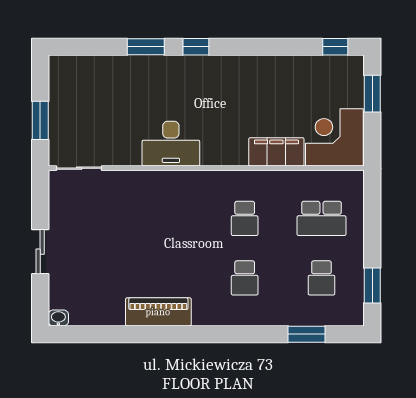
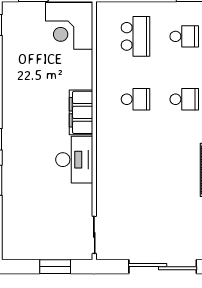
filing cabinet: (276, 152) -> (81, 112), moved
sliding door: (40, 252) -> (163, 267), width x1.86

